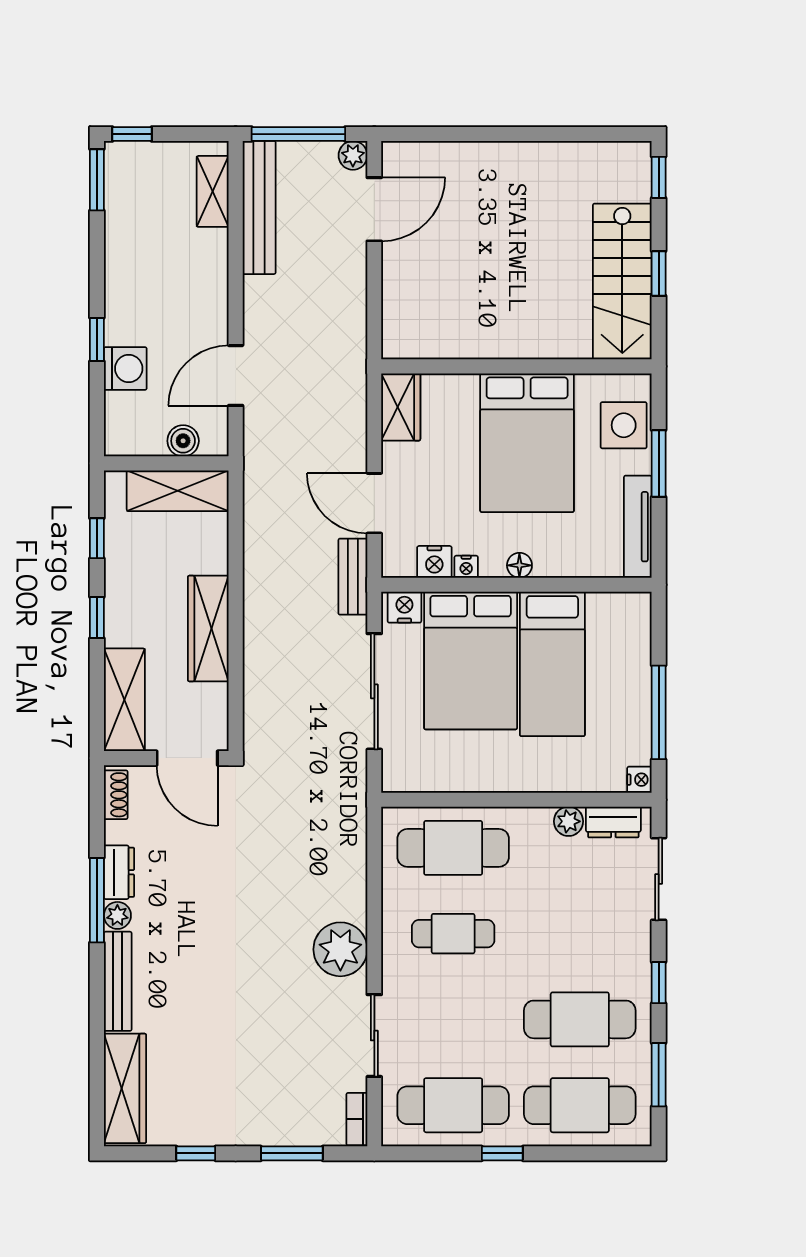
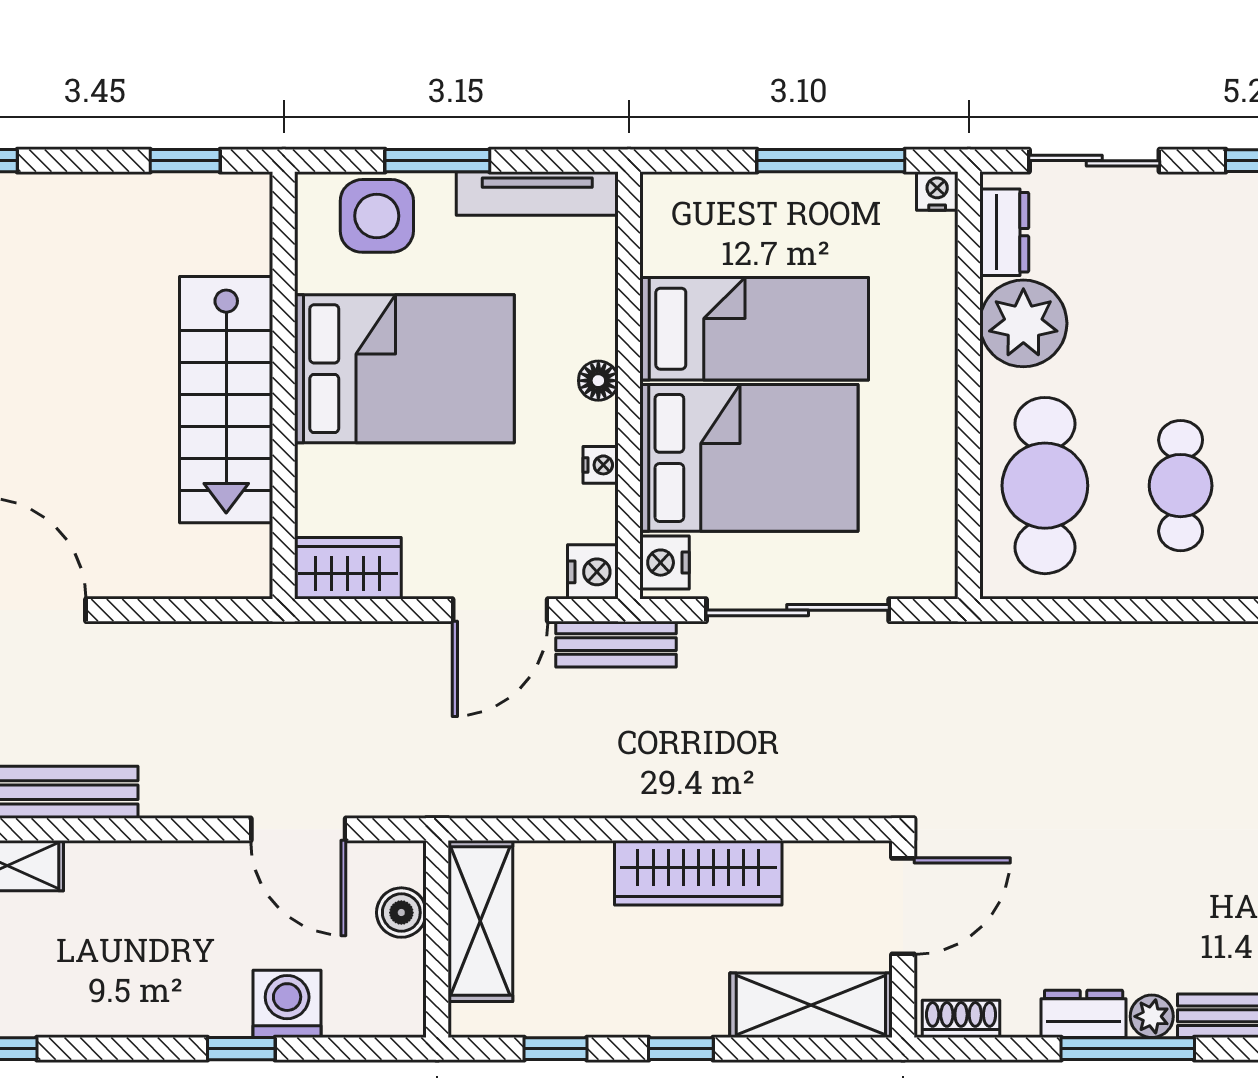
window: (659, 273) -> (185, 161), moved
stairs: (622, 281) -> (226, 400), moved, turned 90
nightstand: (434, 562) -> (593, 572), moved
plant: (569, 821) -> (1023, 323), width x1.88, depth x1.88
plant: (340, 949) -> (1205, 664), removed

